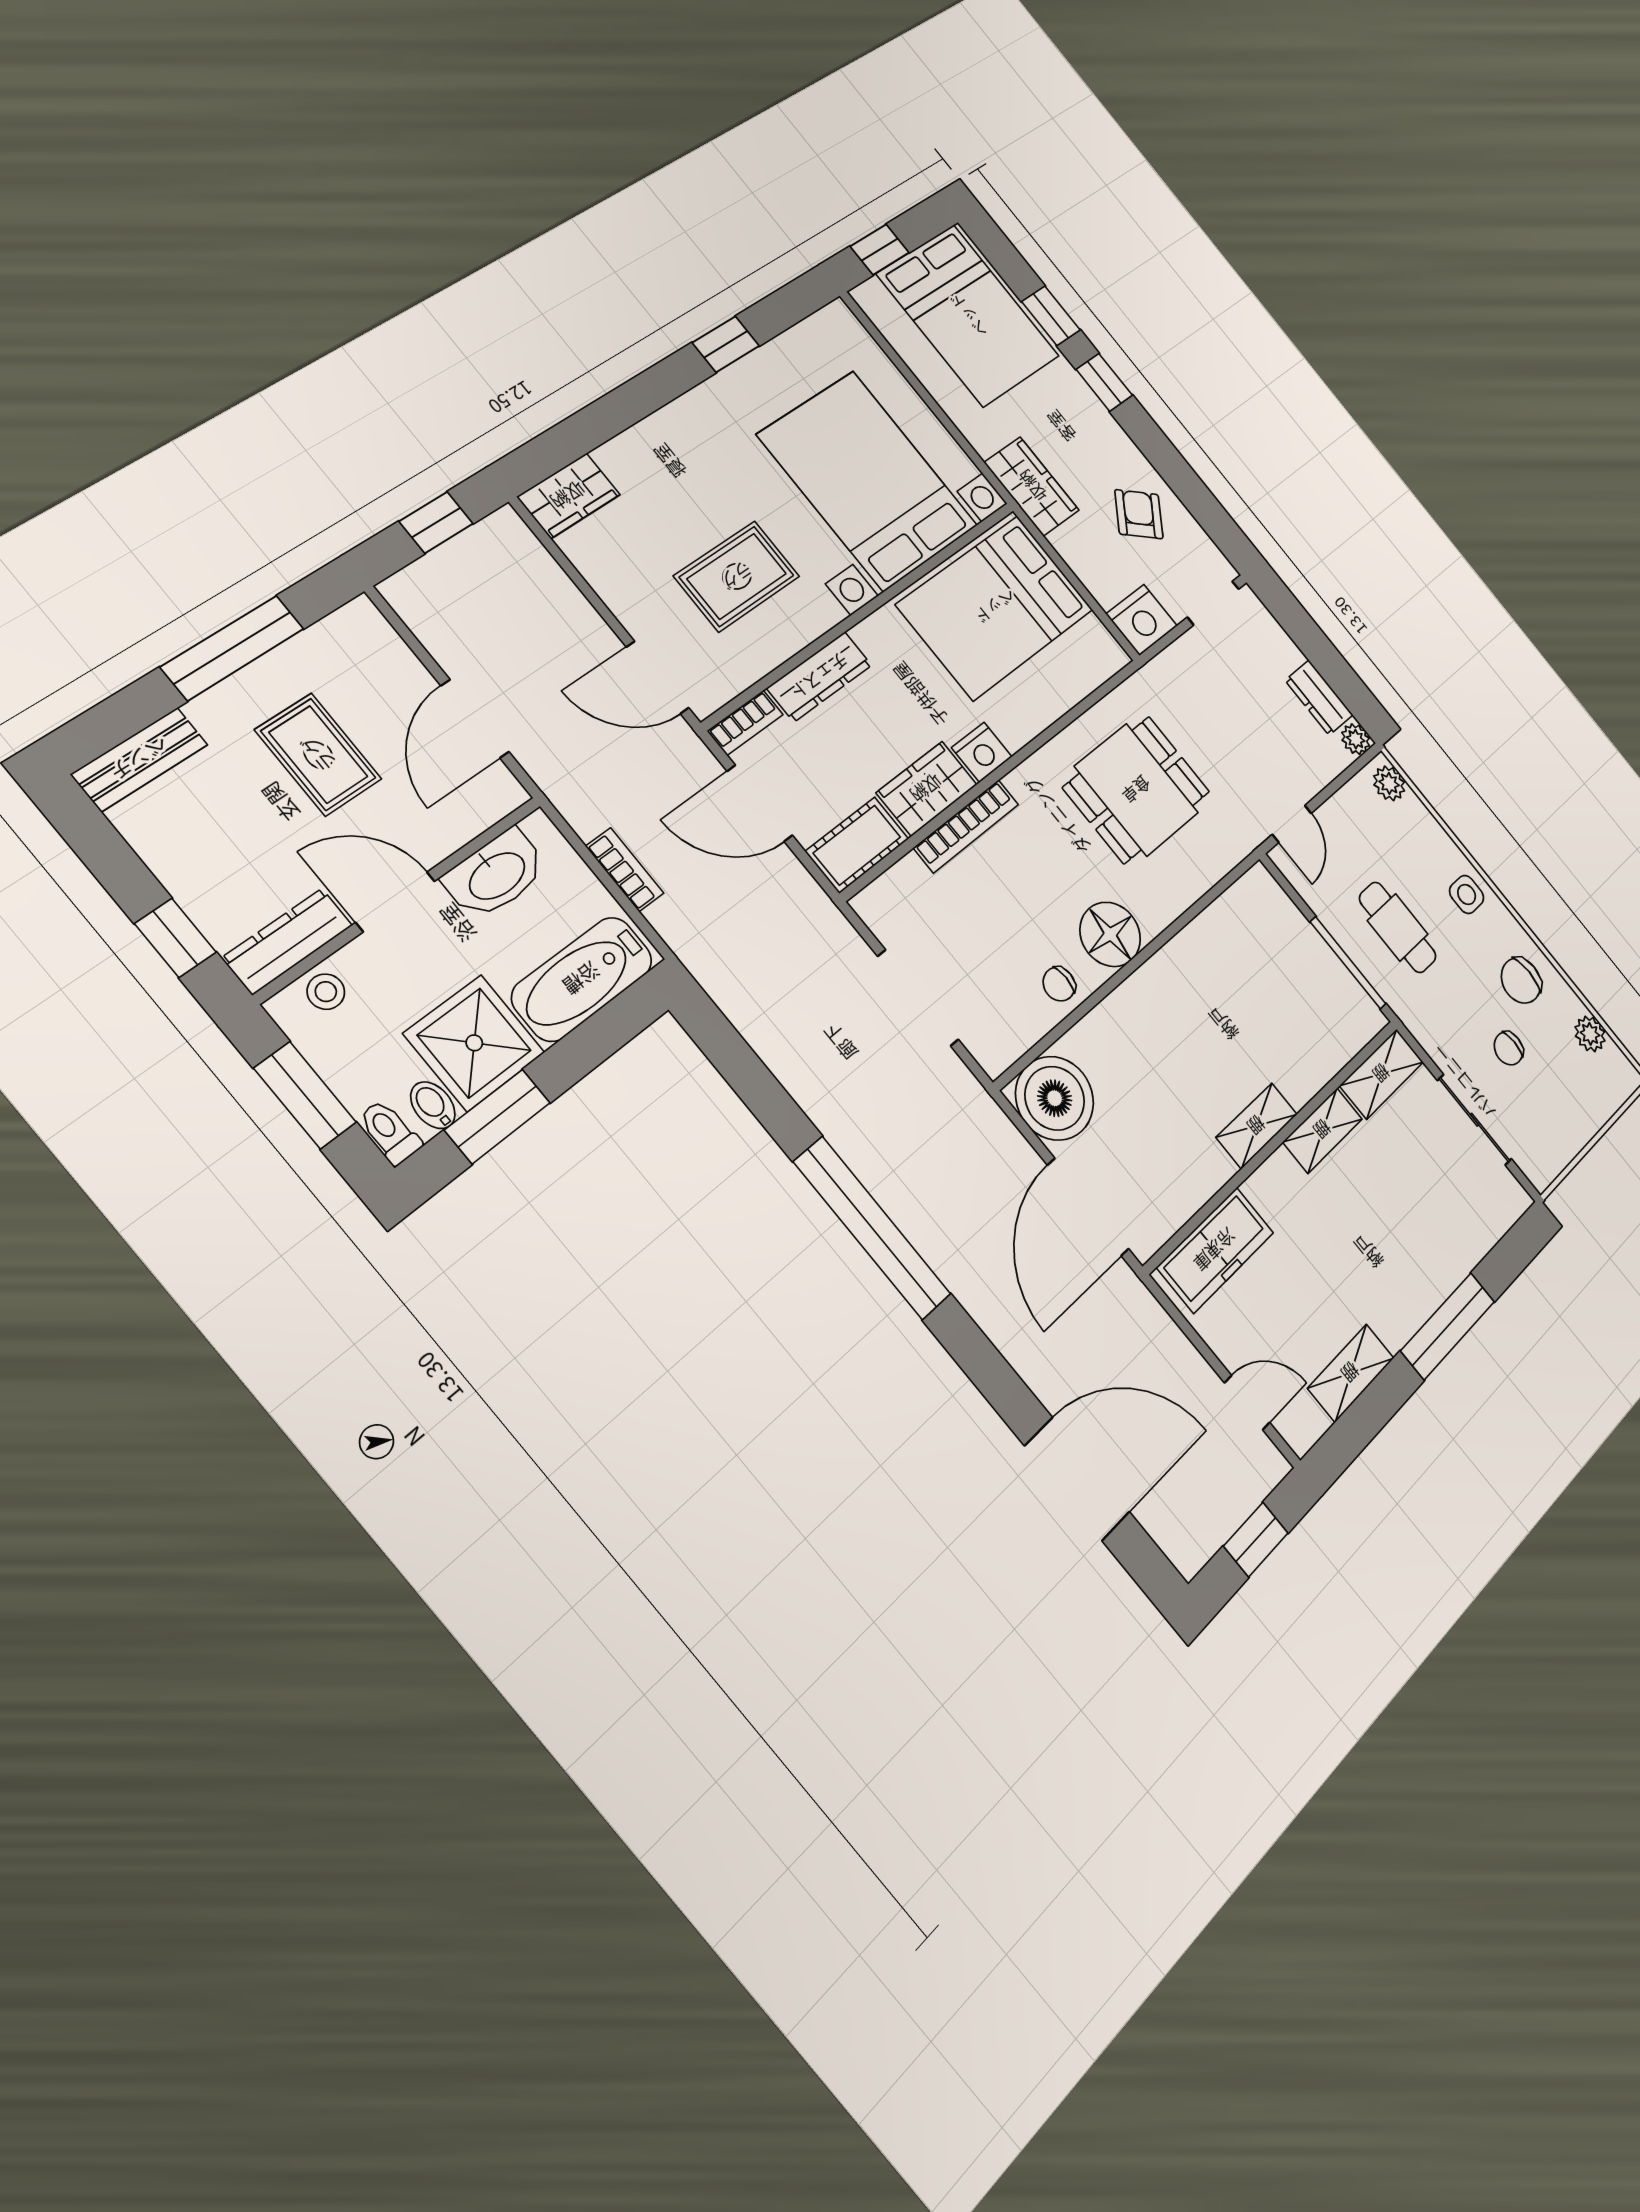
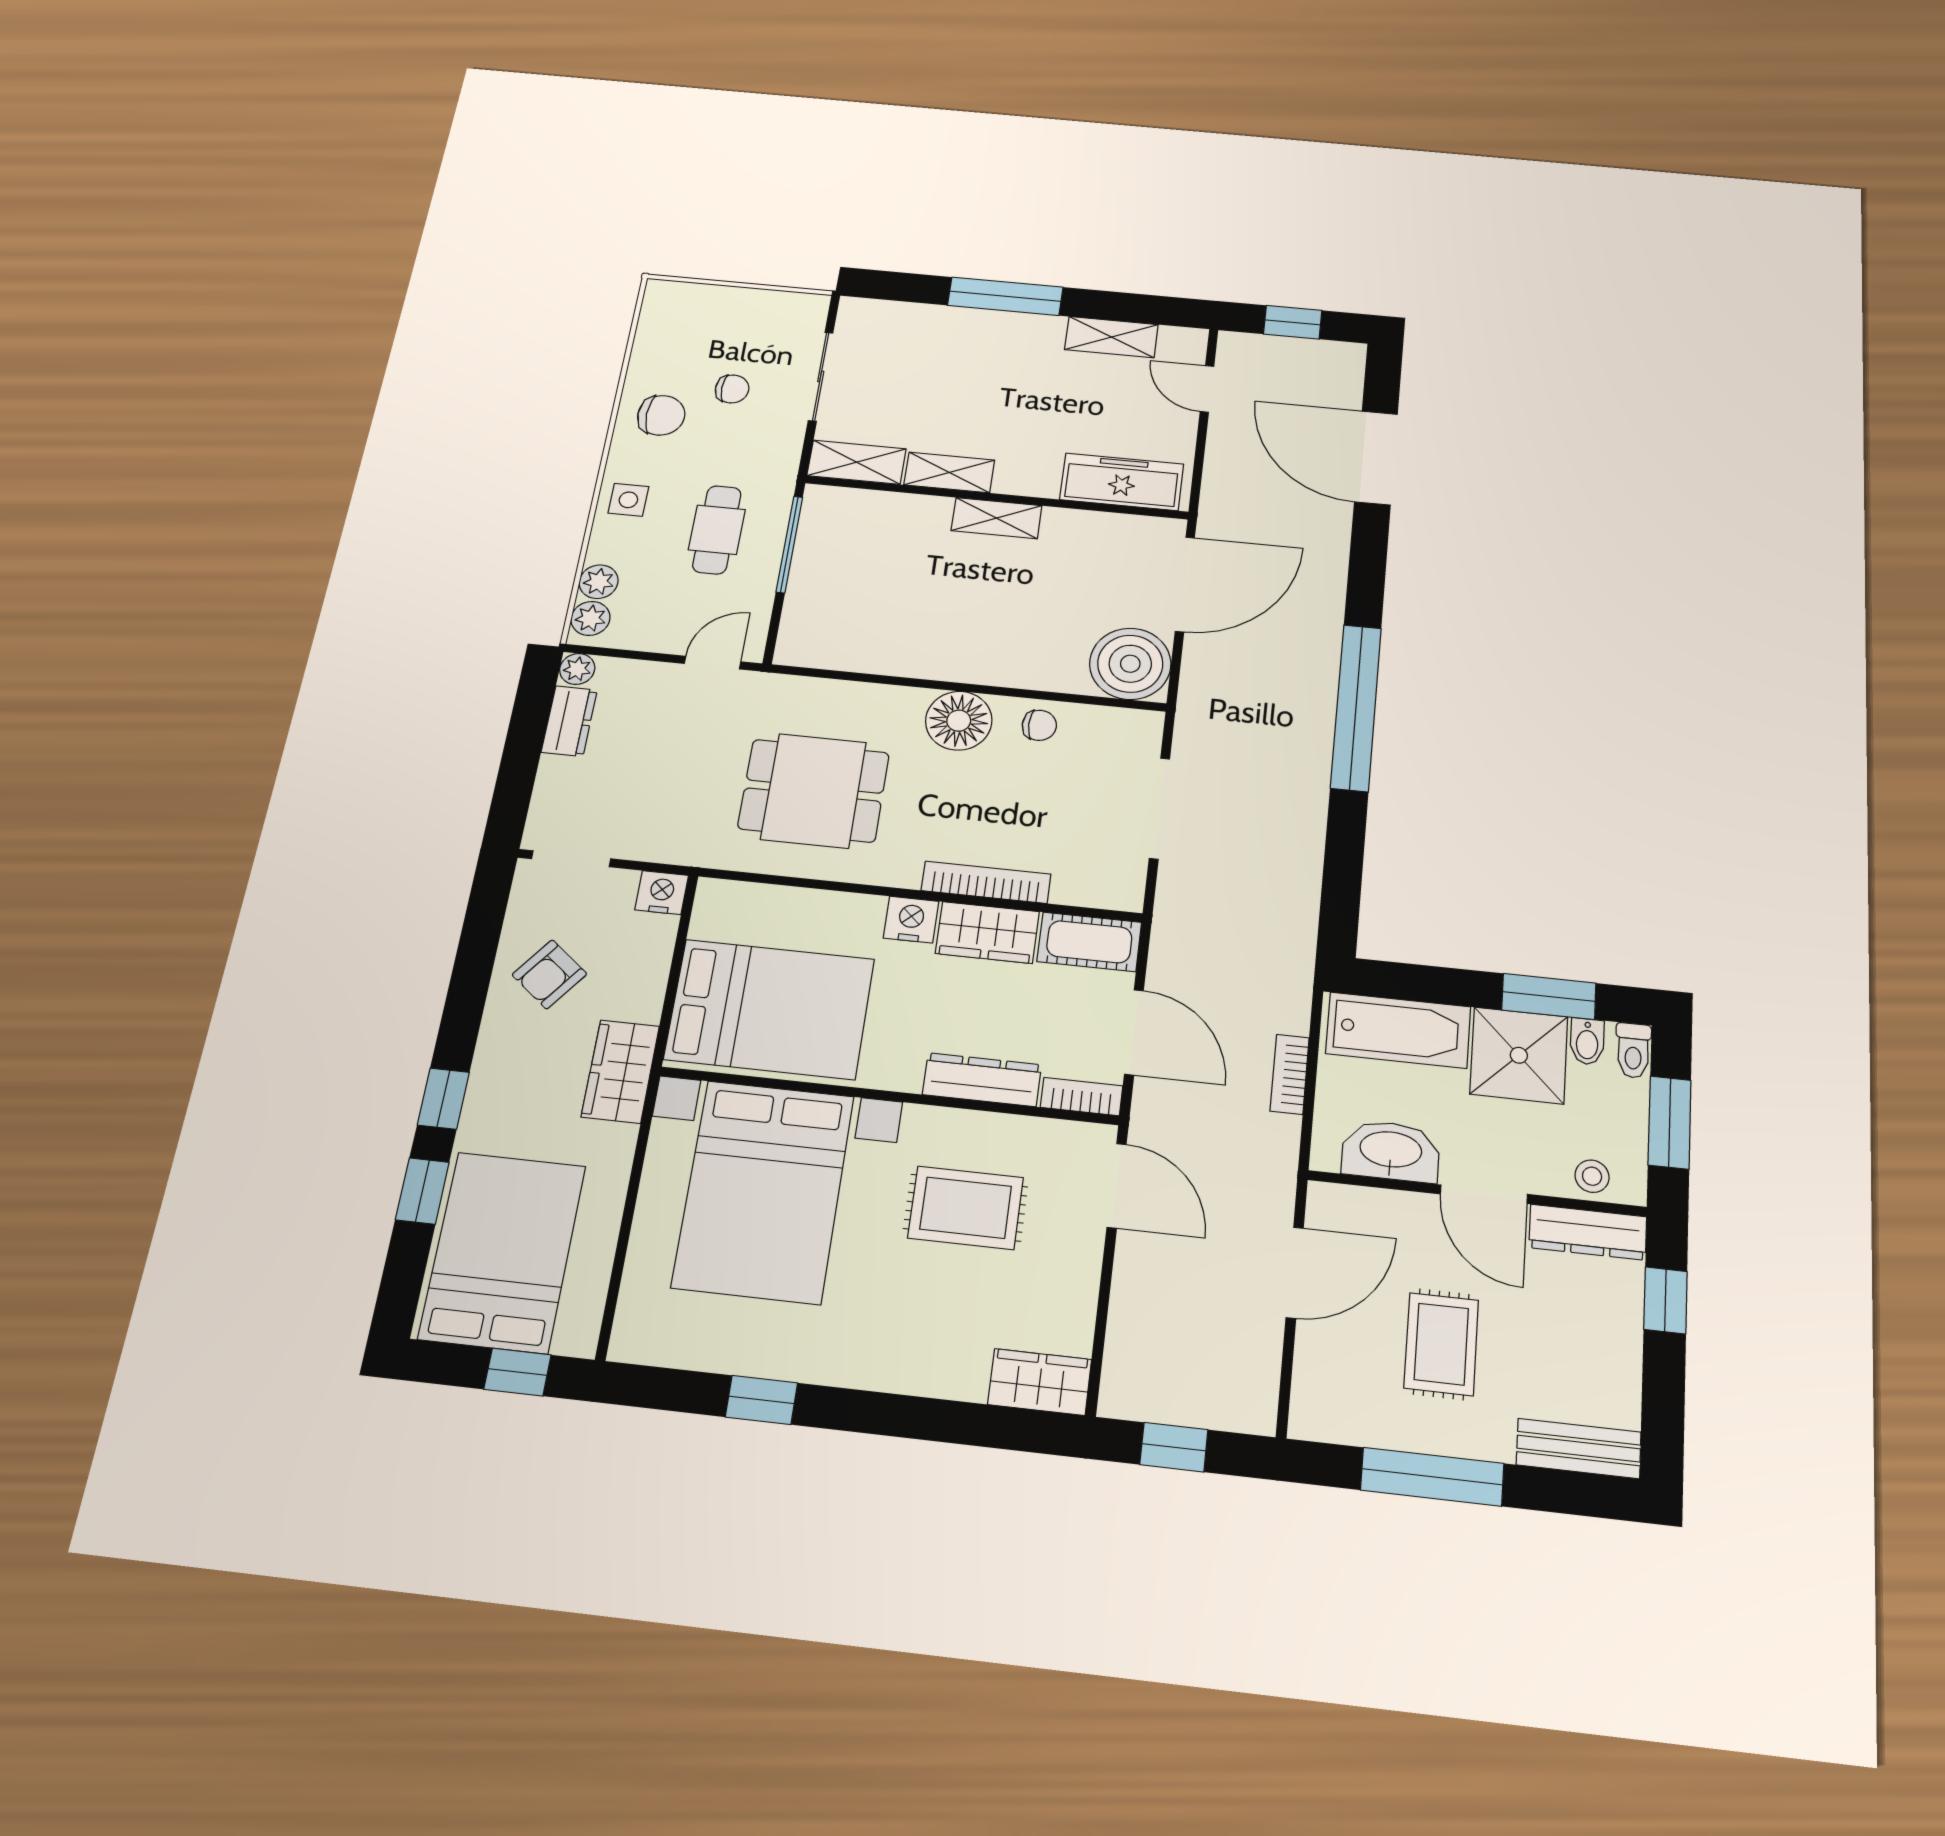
nightstand: (1142, 620) -> (662, 893), width x0.74, depth x0.75
plant: (1590, 1034) -> (599, 582), moved

